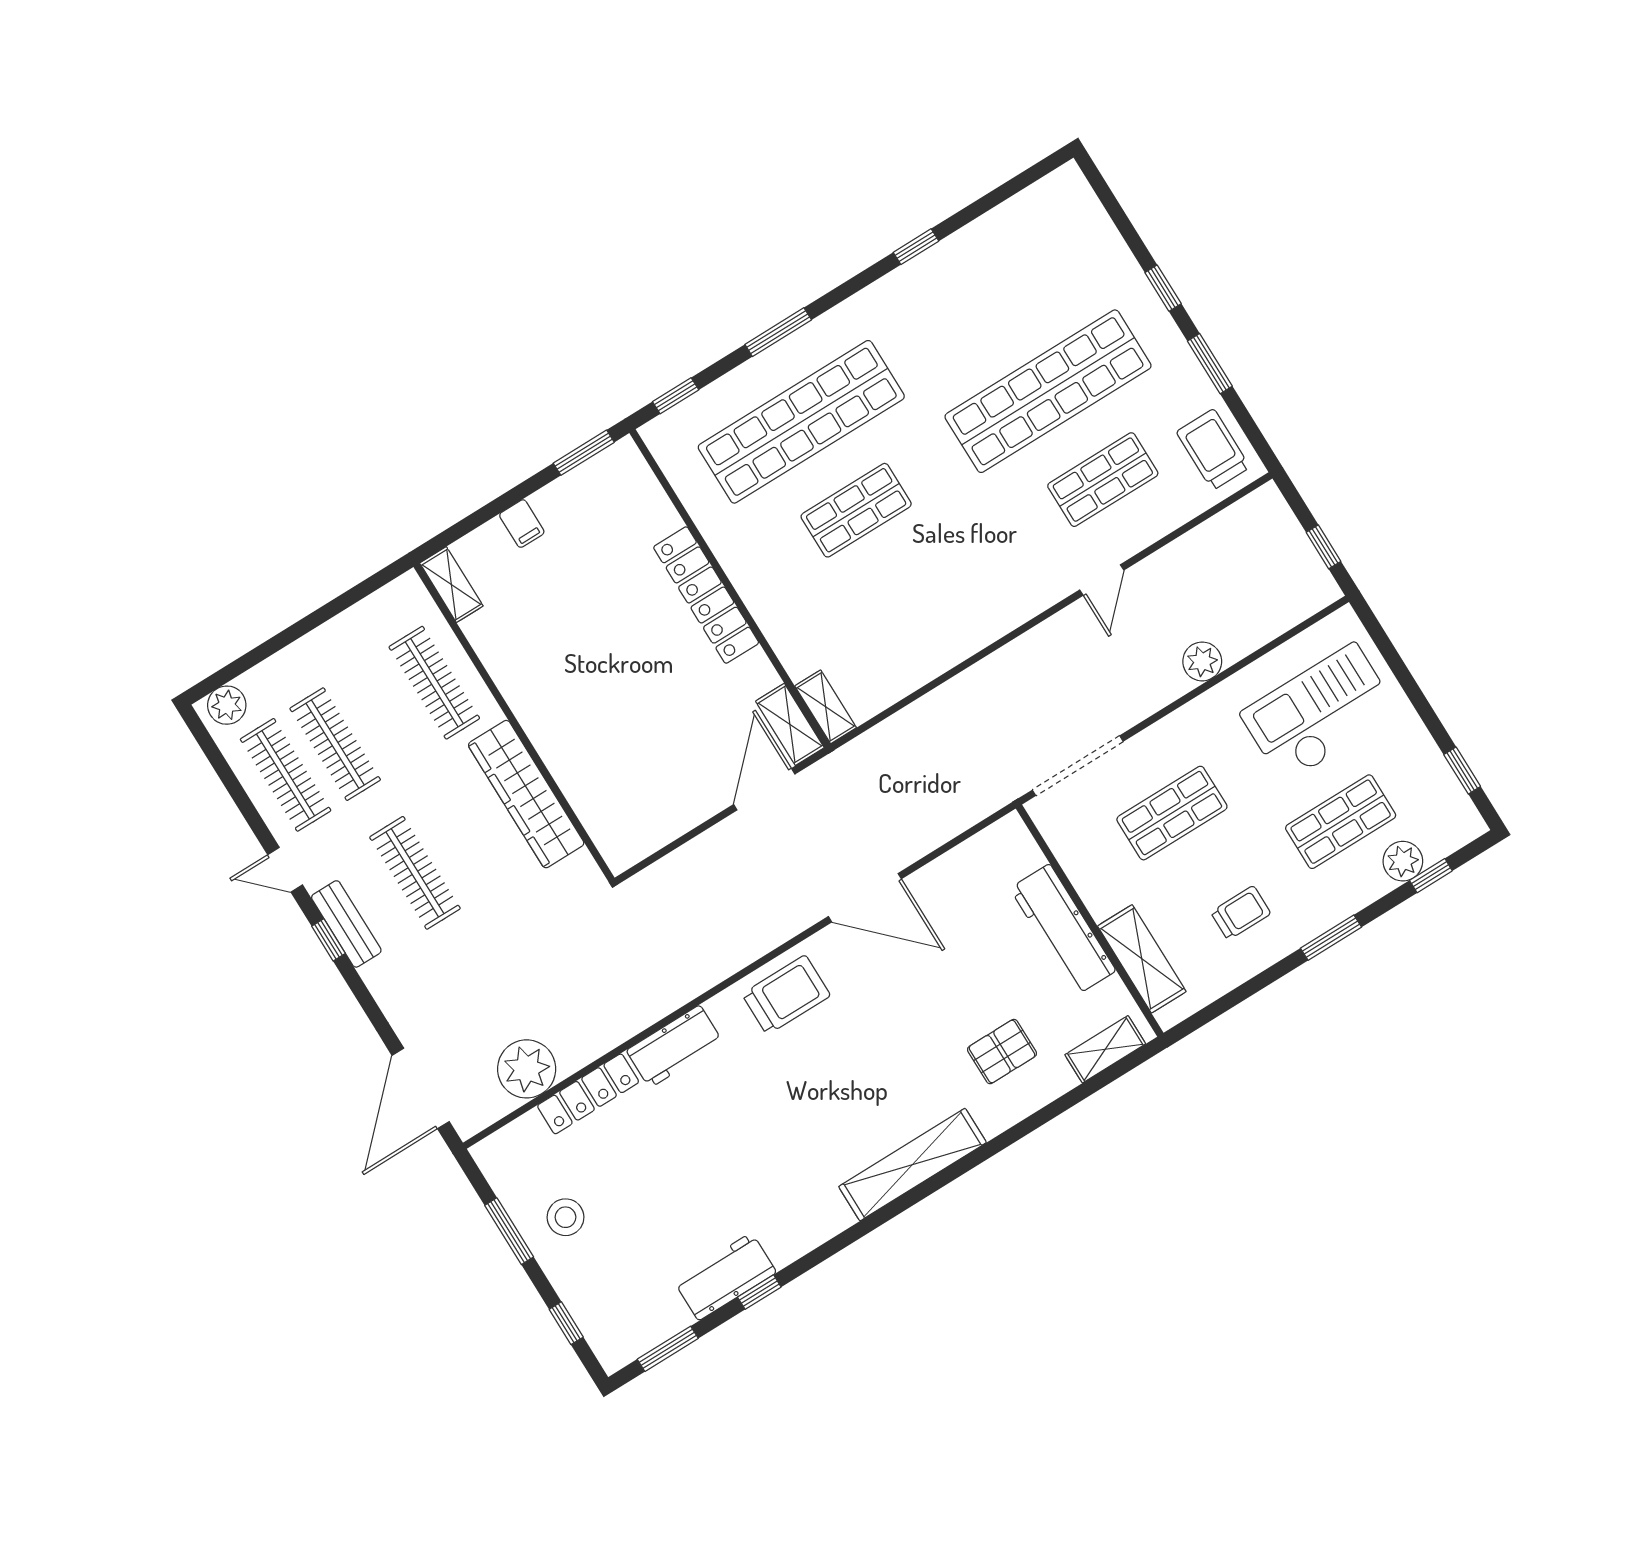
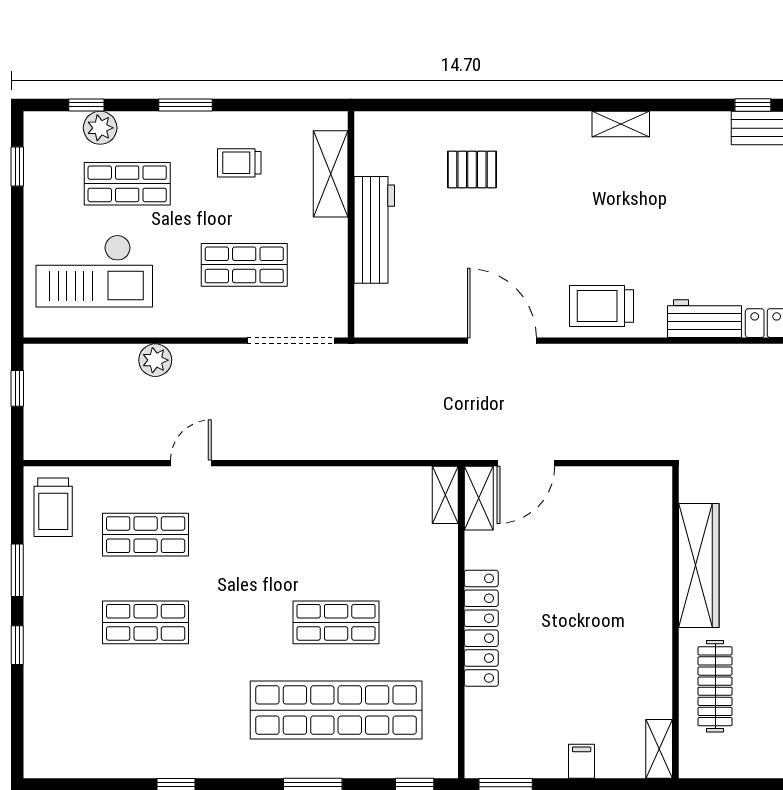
shop shelf: (1048, 391) -> (146, 622), width x0.50, depth x0.74
shelving: (1105, 1049) -> (397, 125), removed
shelving: (913, 1165) -> (621, 124), width x0.45, depth x0.75

